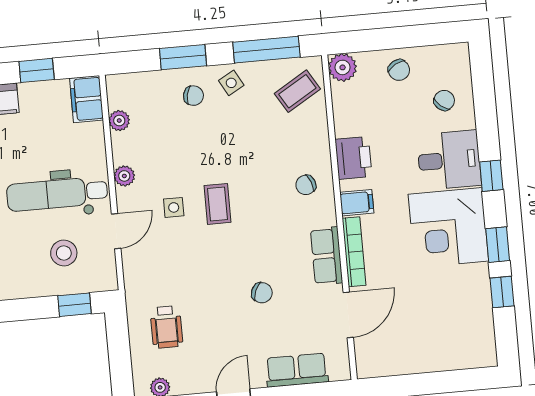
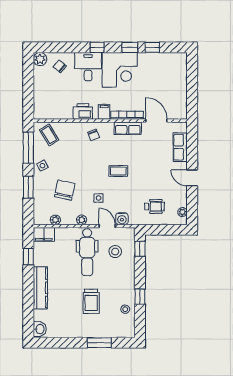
plant: (343, 67) -> (40, 59), moved
chair: (399, 70) -> (44, 86), removed
chair: (193, 96) -> (65, 190), moved, width x1.87, depth x1.87
coffee table: (217, 204) -> (118, 171), moved
water cooler: (135, 261) -> (122, 219), added
chair: (262, 293) -> (142, 160), removed

